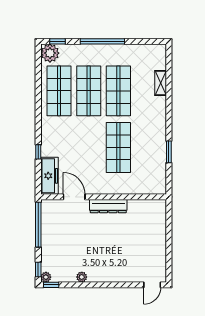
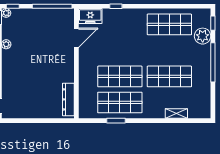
plant: (50, 53) -> (203, 36), moved
shop shelf: (89, 91) -> (120, 102), moved
freezer: (49, 176) -> (90, 16), width x0.71
dresser: (108, 206) -> (68, 99), moved

